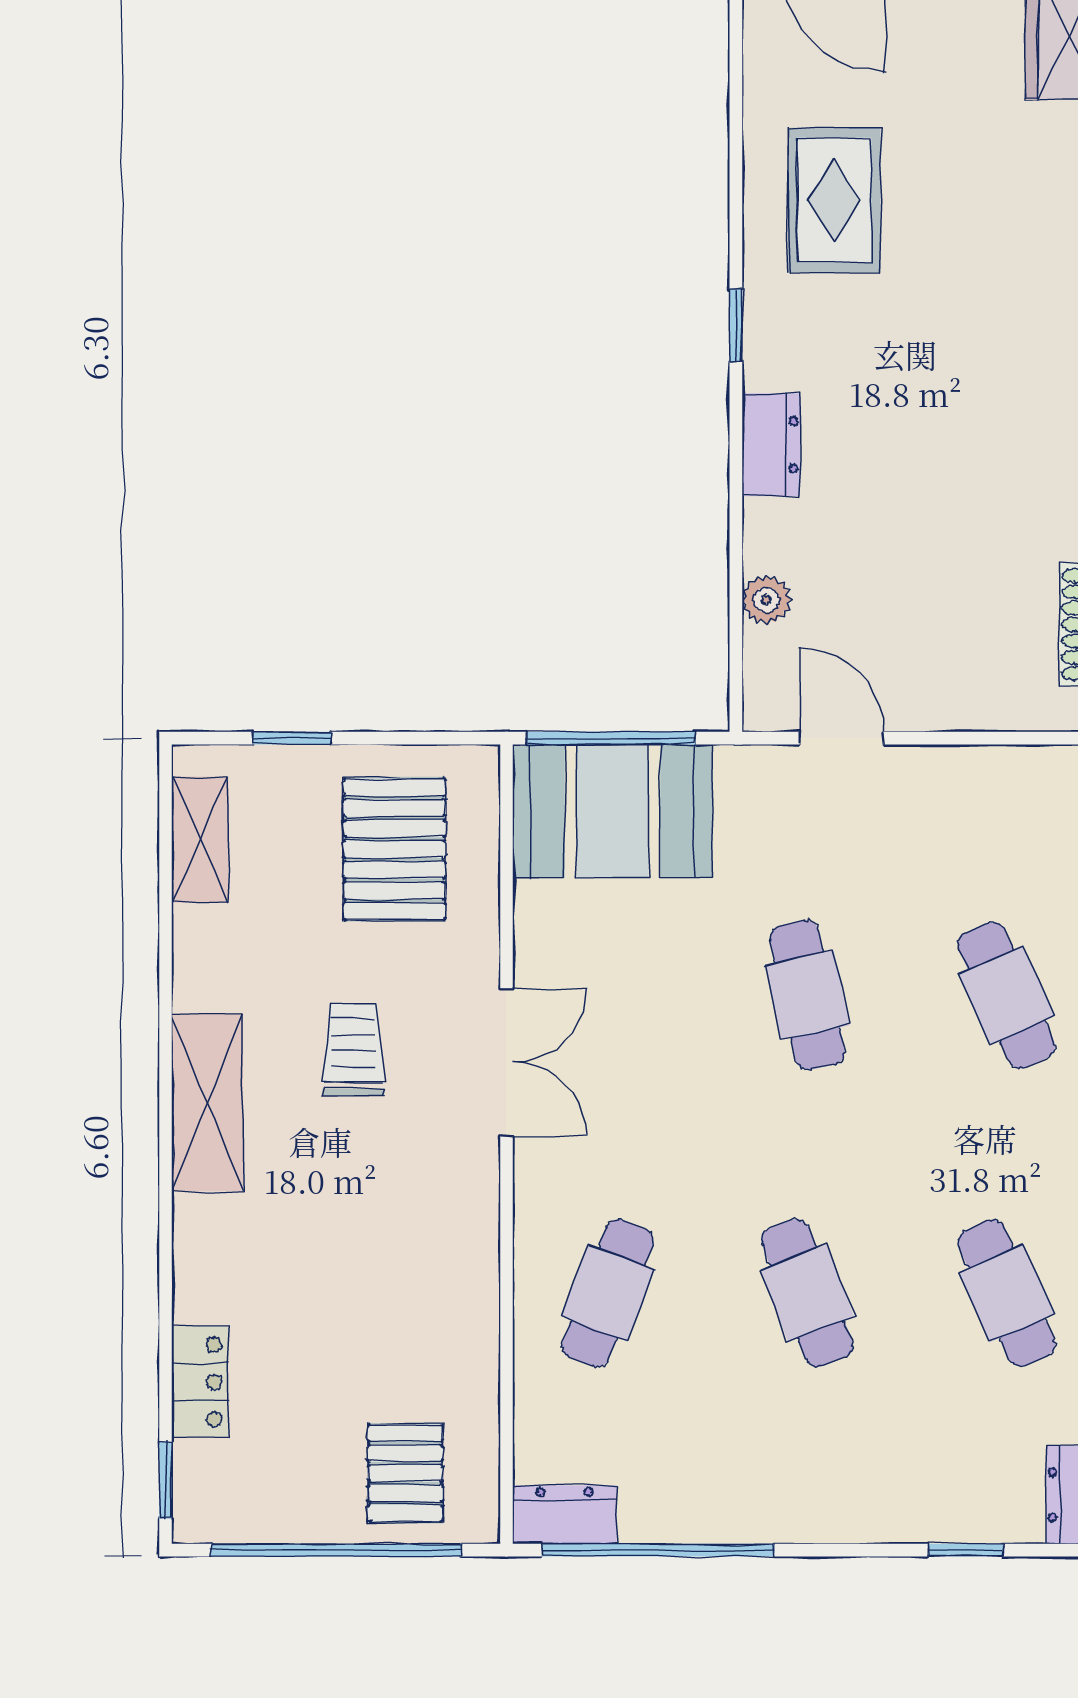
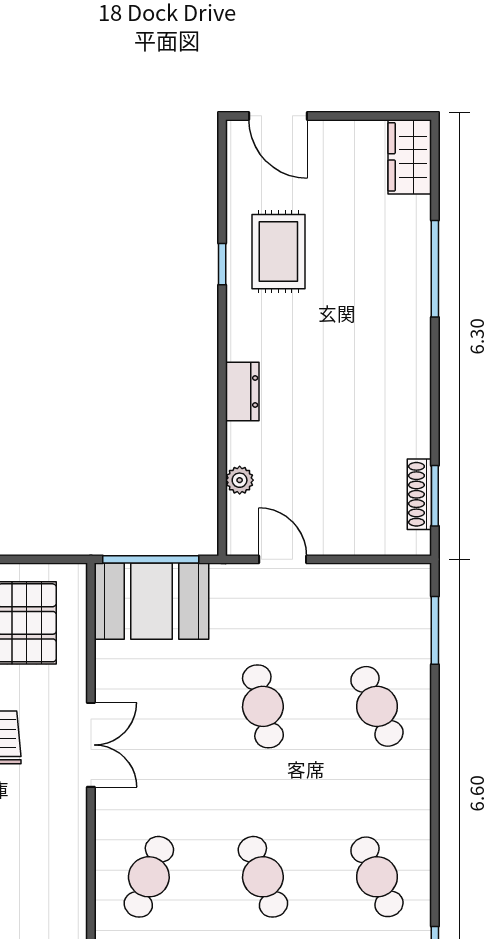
window: (736, 325) -> (222, 264), moved

